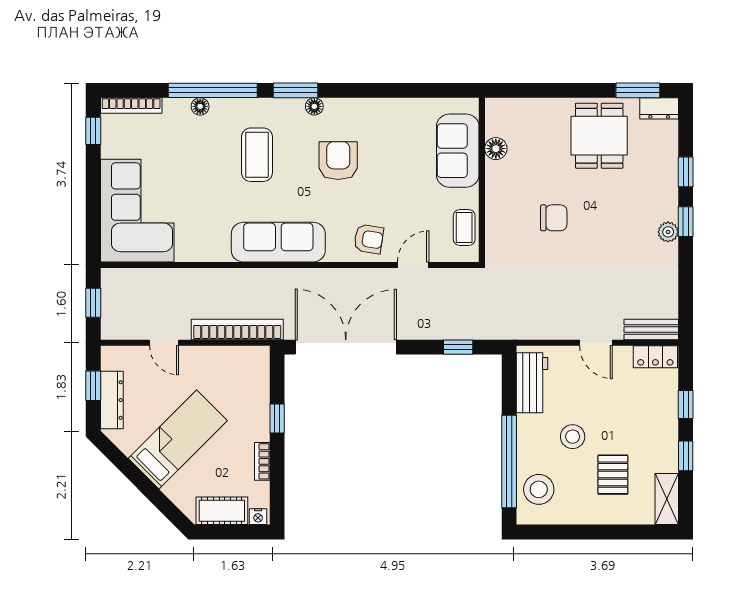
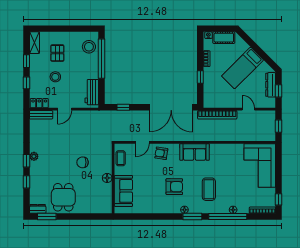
floor lamp: (496, 149) -> (107, 178), moved
armchair: (338, 161) -> (174, 187), turned -90
sofa: (278, 242) -> (195, 152), width x0.73
door: (596, 343) -> (65, 109), swing flipped
stool: (573, 437) -> (55, 77), moved

